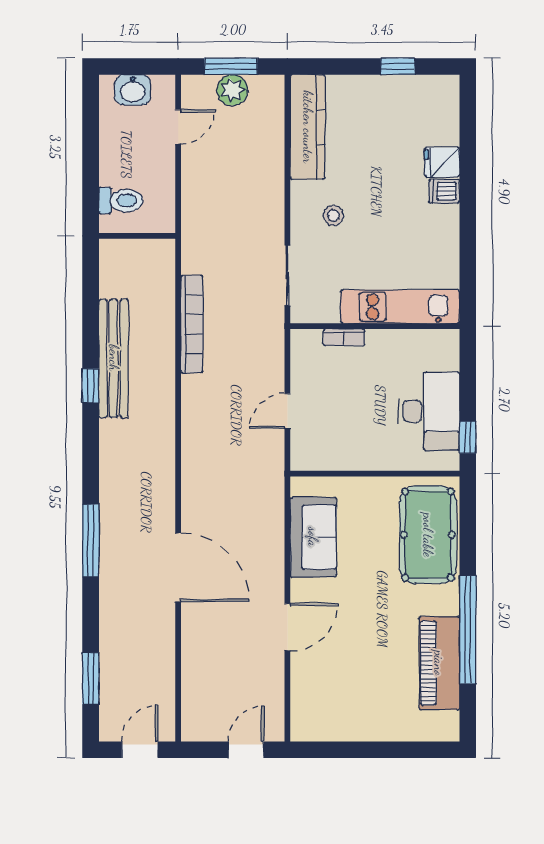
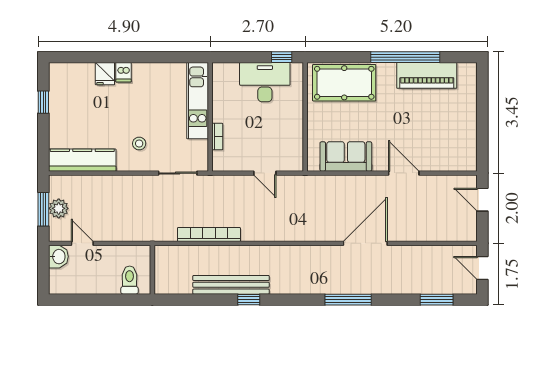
washbasin: (133, 90) -> (58, 257), moved

